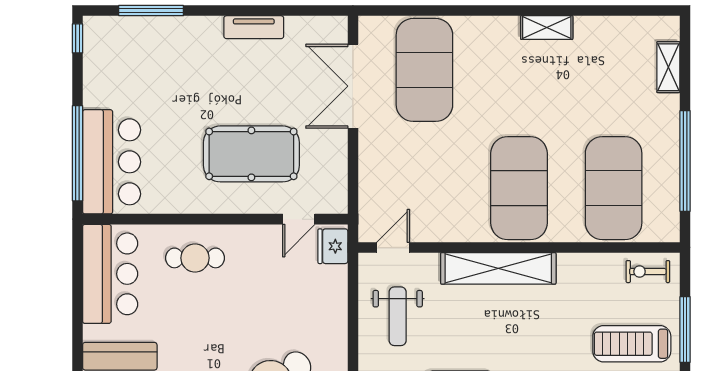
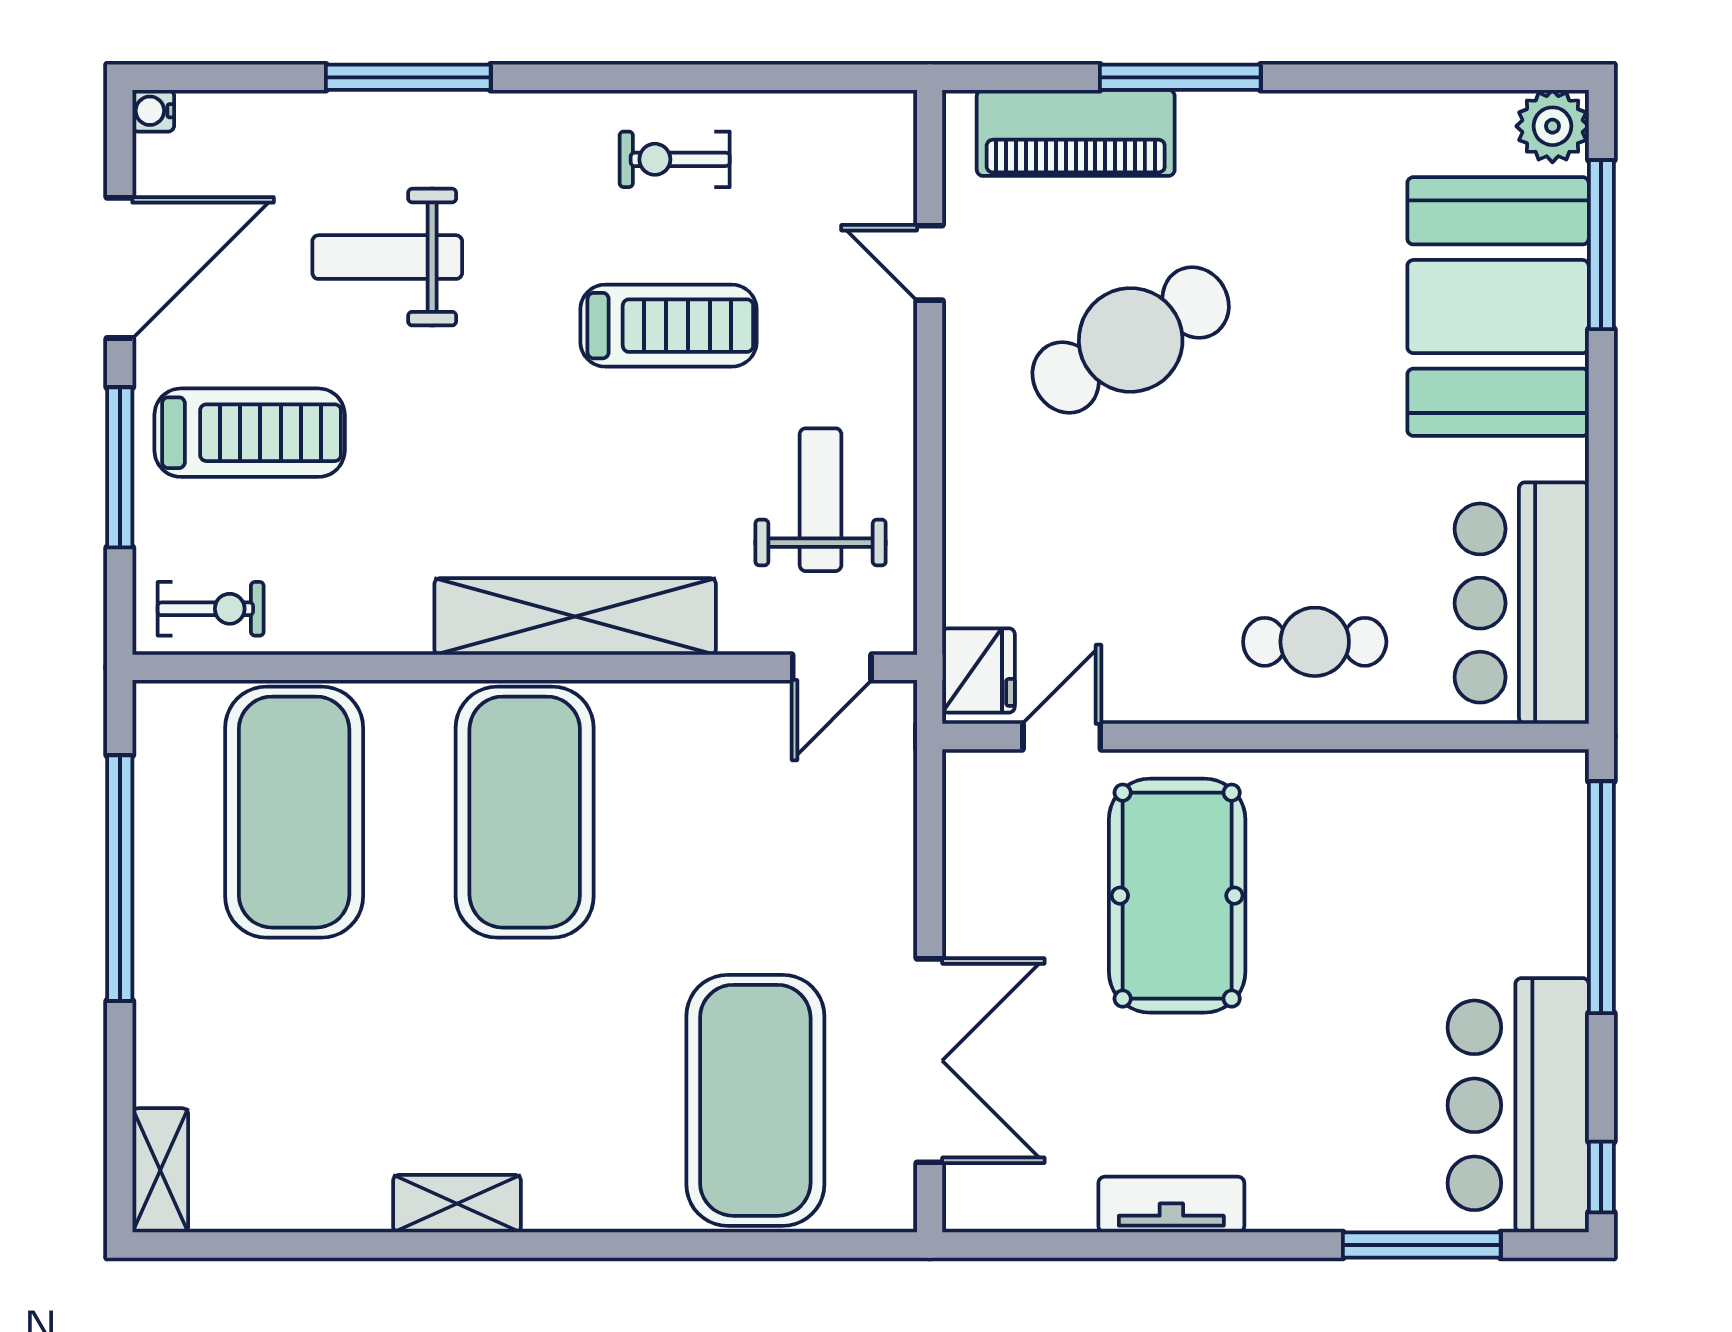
shelving: (668, 67) -> (160, 1170), moved
pool table: (251, 154) -> (1177, 896), turned 90
bar counter: (112, 162) -> (1518, 1105), moved

